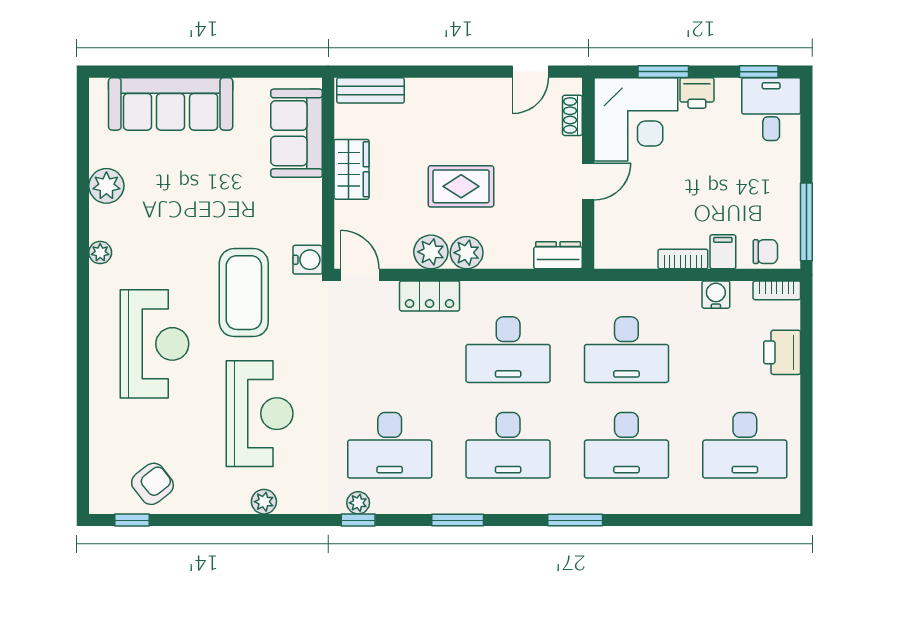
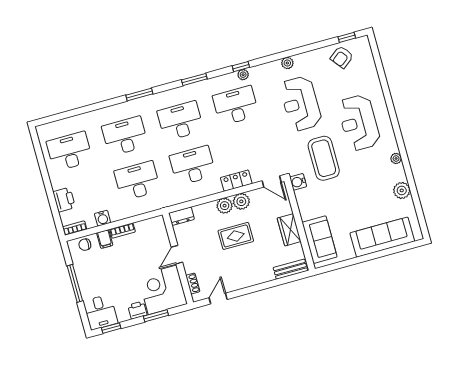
window: (806, 222) -> (75, 283), moved

